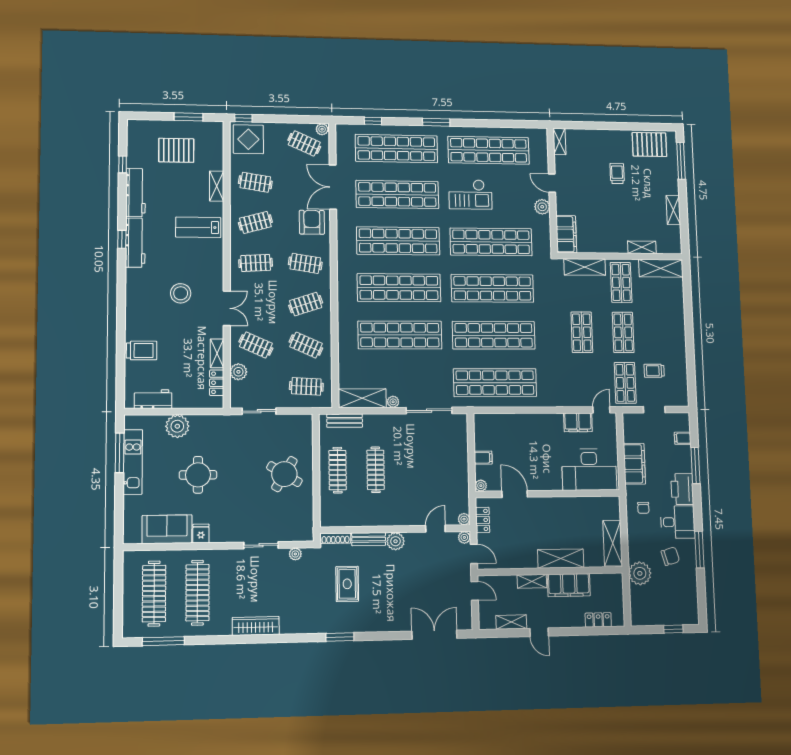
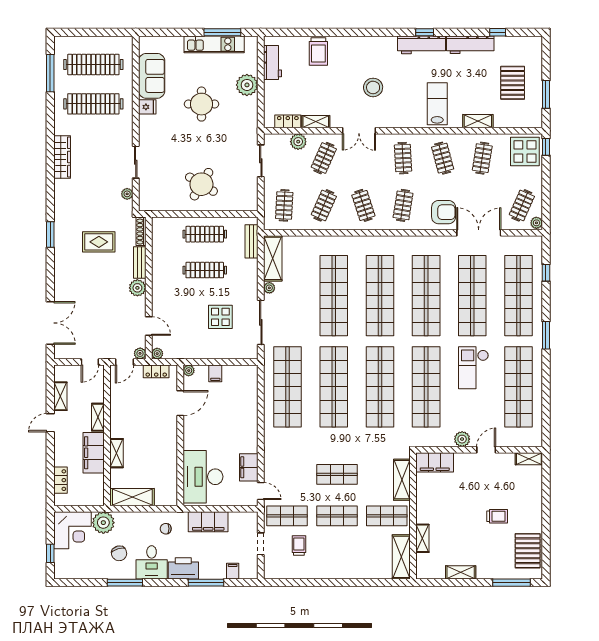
display table: (424, 453) -> (220, 317), added
shelving: (561, 558) -> (117, 453), width x0.67, depth x0.75
corner desk: (649, 606) -> (72, 530), added

